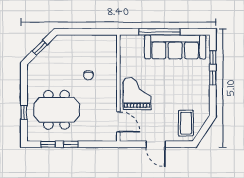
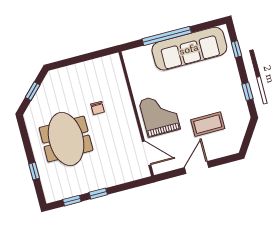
window: (213, 78) -> (248, 91), moved
meeting table: (57, 110) -> (66, 139), moved, turned 90
coffee table: (186, 123) -> (208, 124), moved, turned 90
door: (156, 144) -> (197, 168), swing flipped

